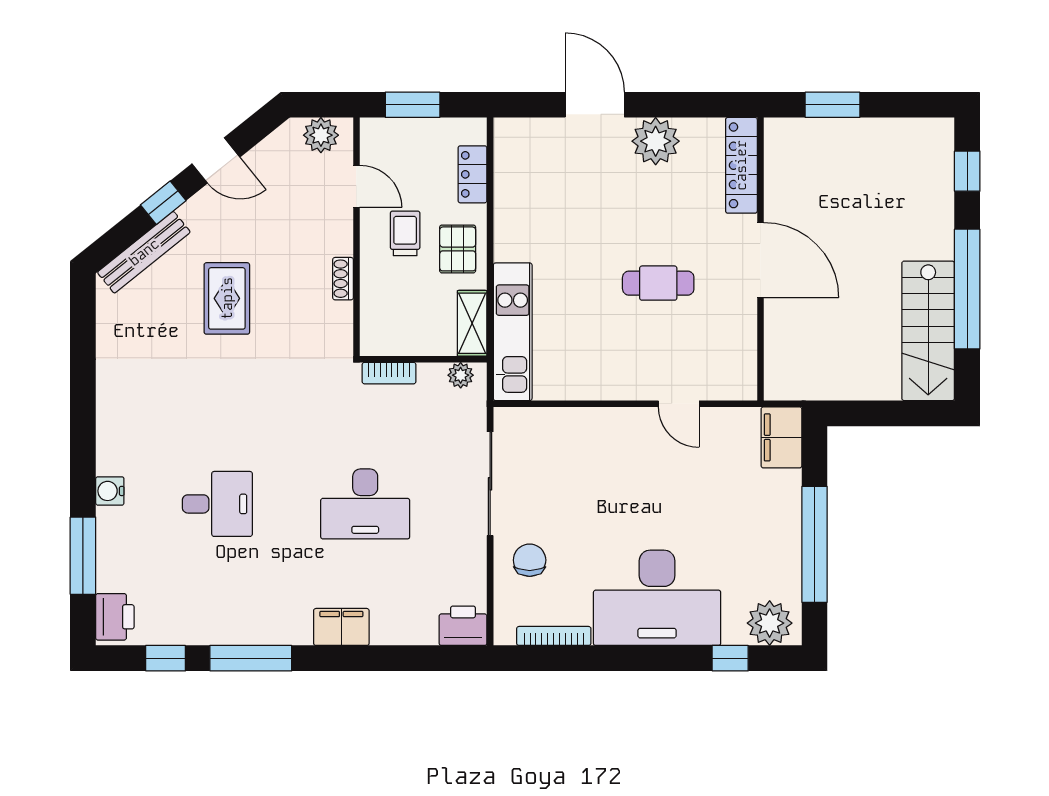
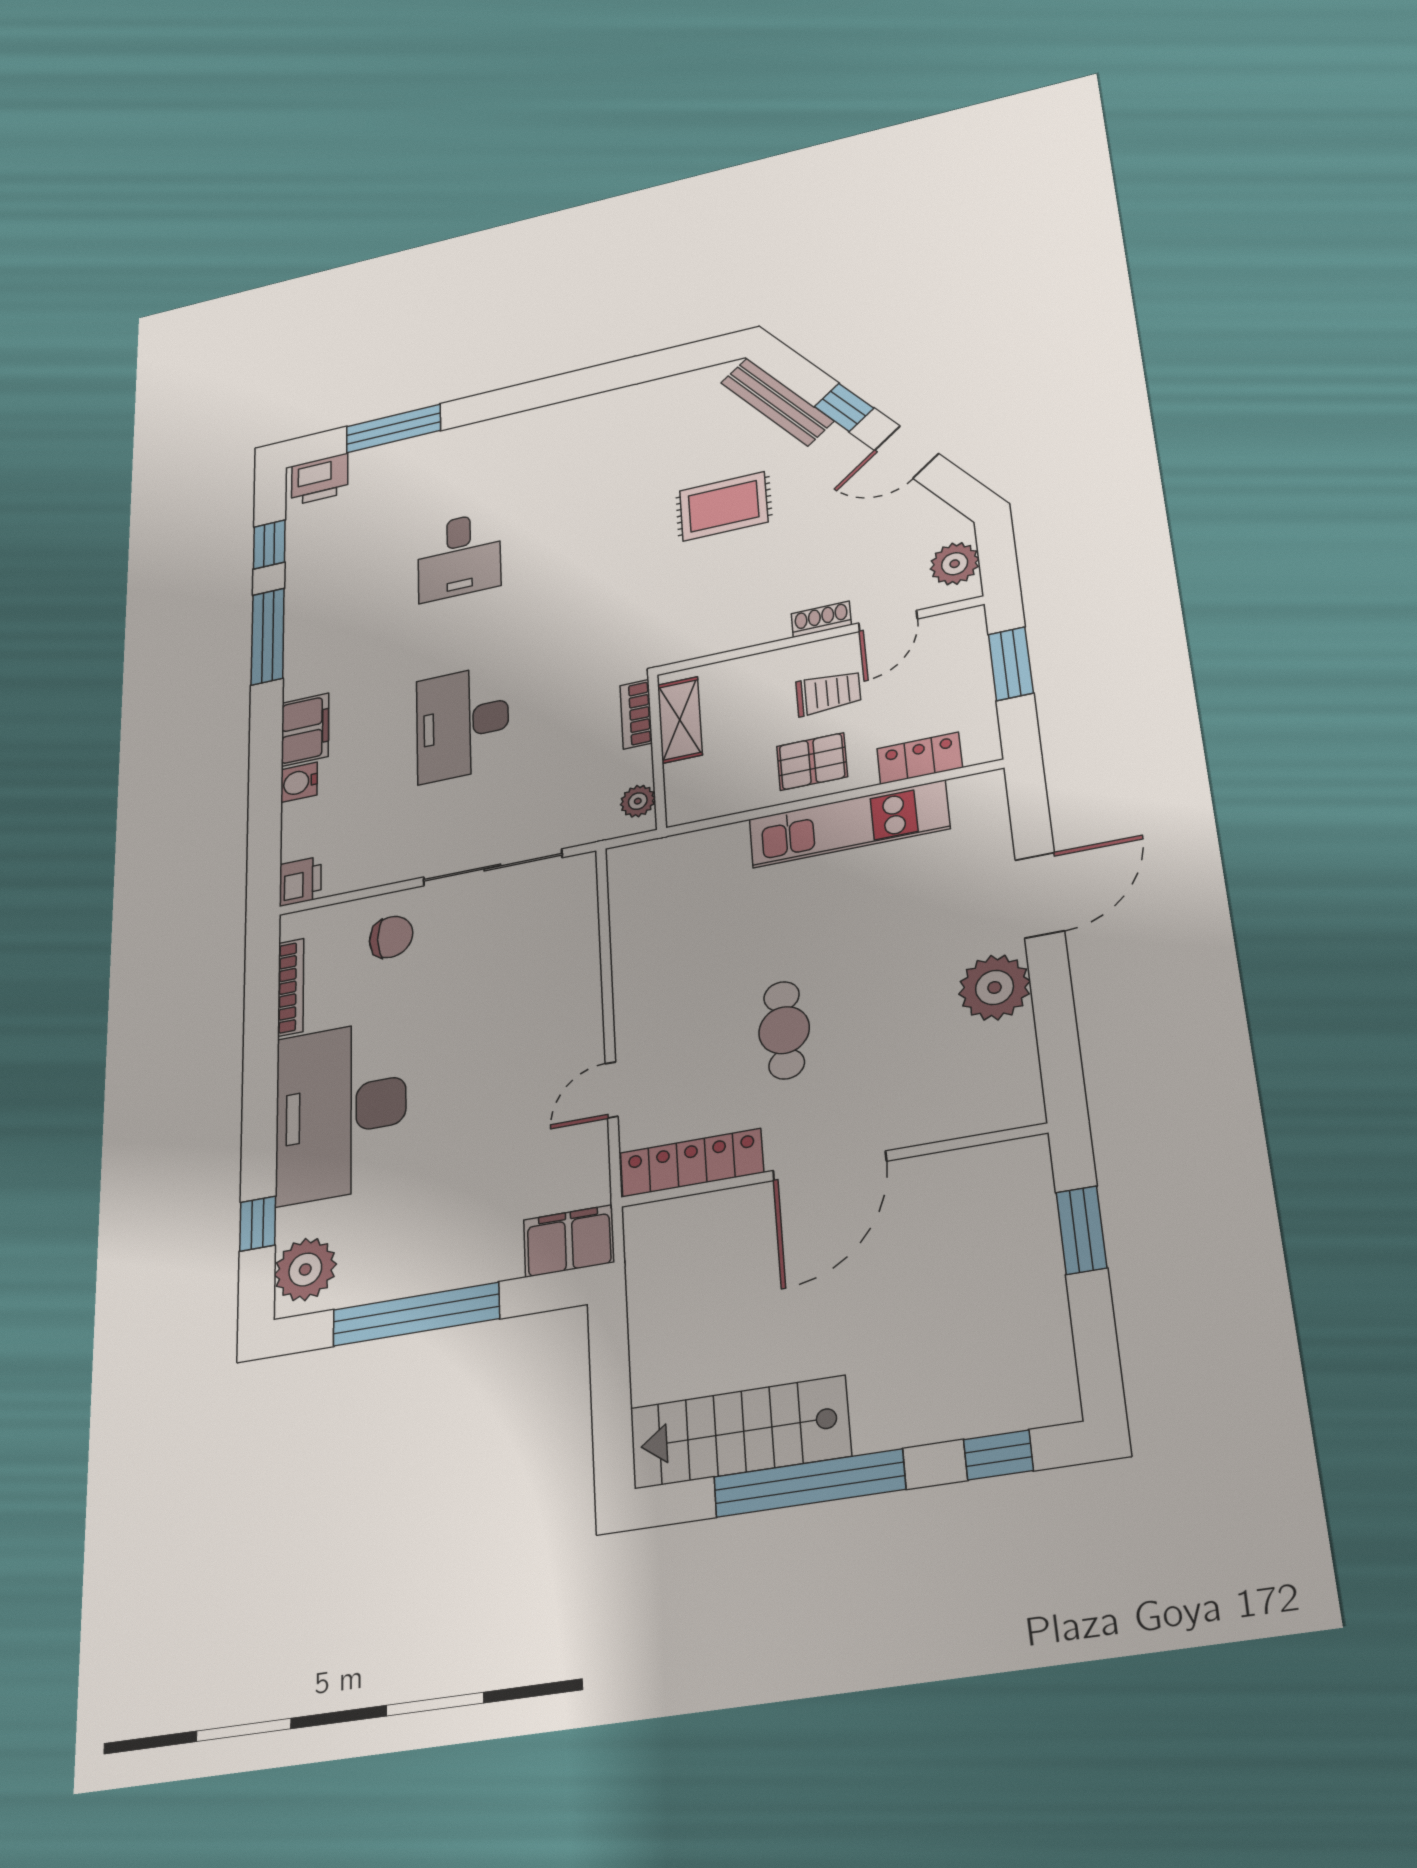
door: (216, 160) -> (907, 452), hinge flipped
locker: (741, 165) -> (692, 1163), moved
shoe rack: (343, 279) -> (821, 619), moved
shelving: (472, 323) -> (680, 720), moved, turned 90
kitchen unit: (513, 332) -> (849, 824), moved
water cooler: (110, 491) -> (299, 782), moved, turned -90
printer: (463, 626) -> (300, 881), width x0.73, depth x0.81

